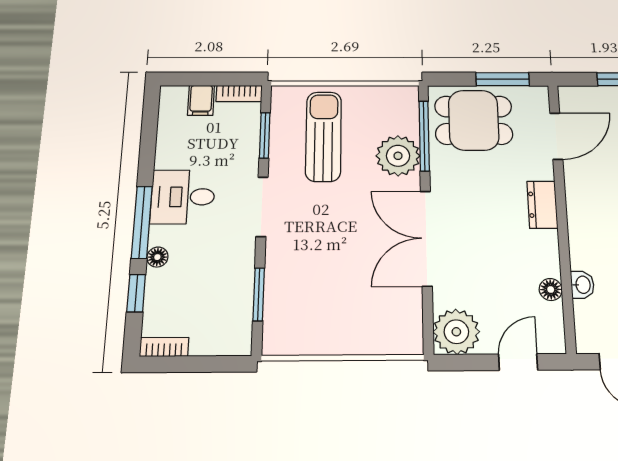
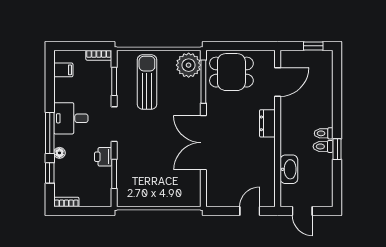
window: (503, 79) -> (249, 46), removed
filing cabinet: (201, 100) -> (63, 70), moved, turned -90
plant: (398, 156) -> (189, 65), moved
printer: (239, 264) -> (103, 157), added
washbasin: (582, 285) -> (289, 169), width x1.91, depth x1.45
floor lamp: (551, 290) -> (269, 172), removed
plant: (456, 332) -> (218, 195), removed

